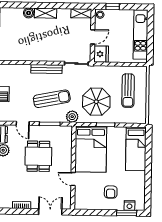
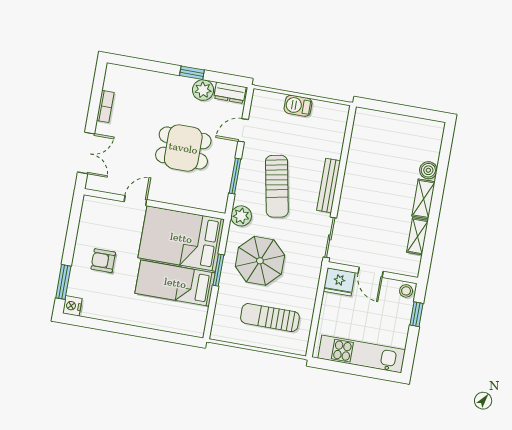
shelving: (81, 13) -> (417, 236), moved
bed: (136, 149) -> (175, 283), moved
nightstand: (129, 205) -> (72, 306), moved

